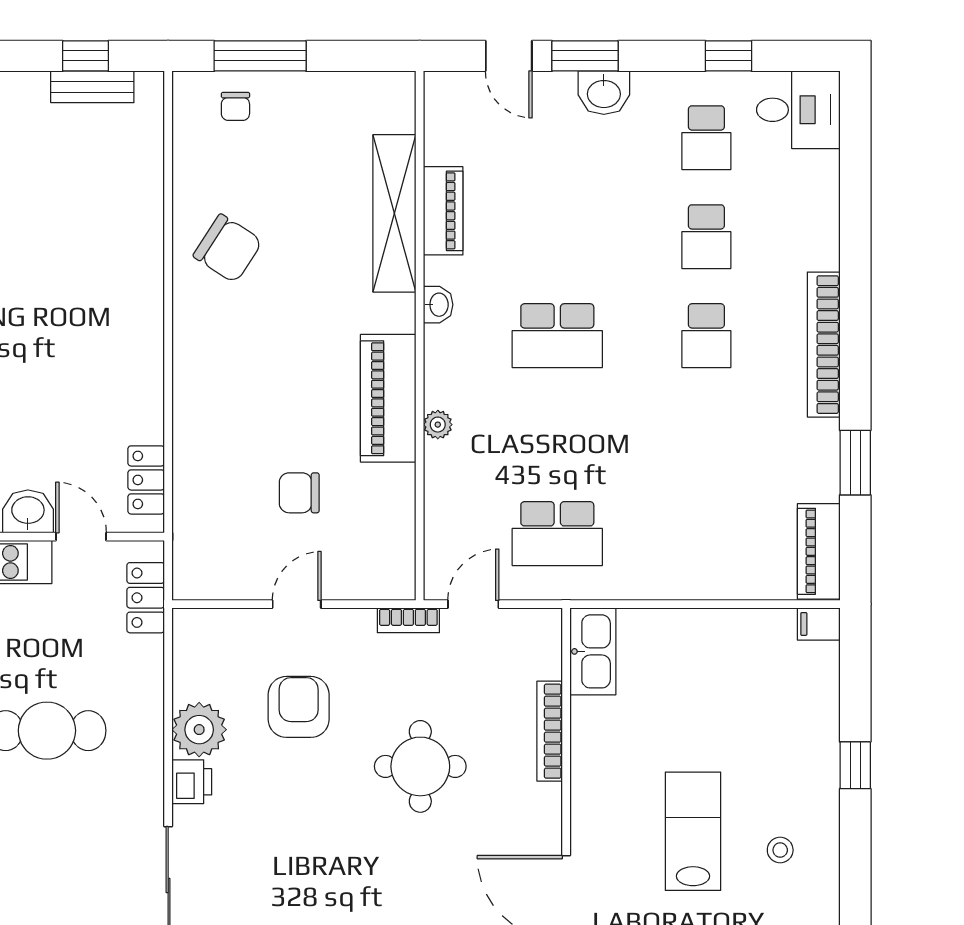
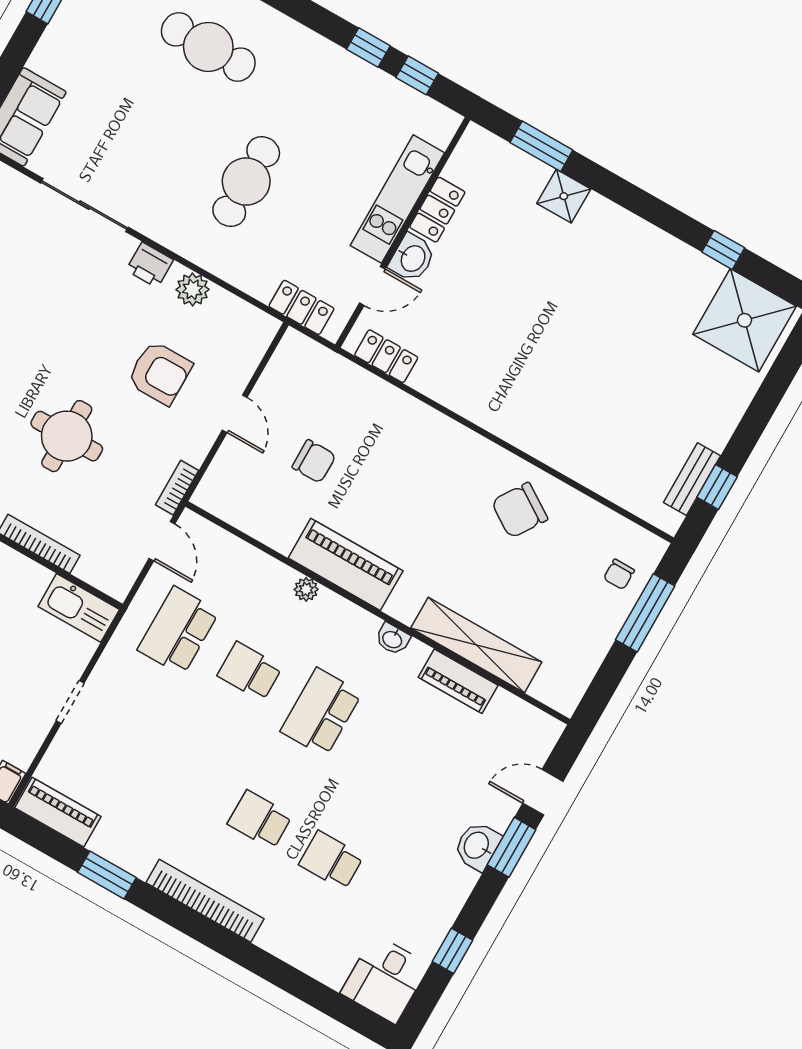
chair: (235, 106) -> (619, 574), turned -90
school desk: (706, 138) -> (250, 671), moved
chair: (299, 493) -> (314, 461), turned 90
doorway: (696, 604) -> (70, 702), added
plant: (199, 730) -> (193, 289), width x0.73, depth x0.73

